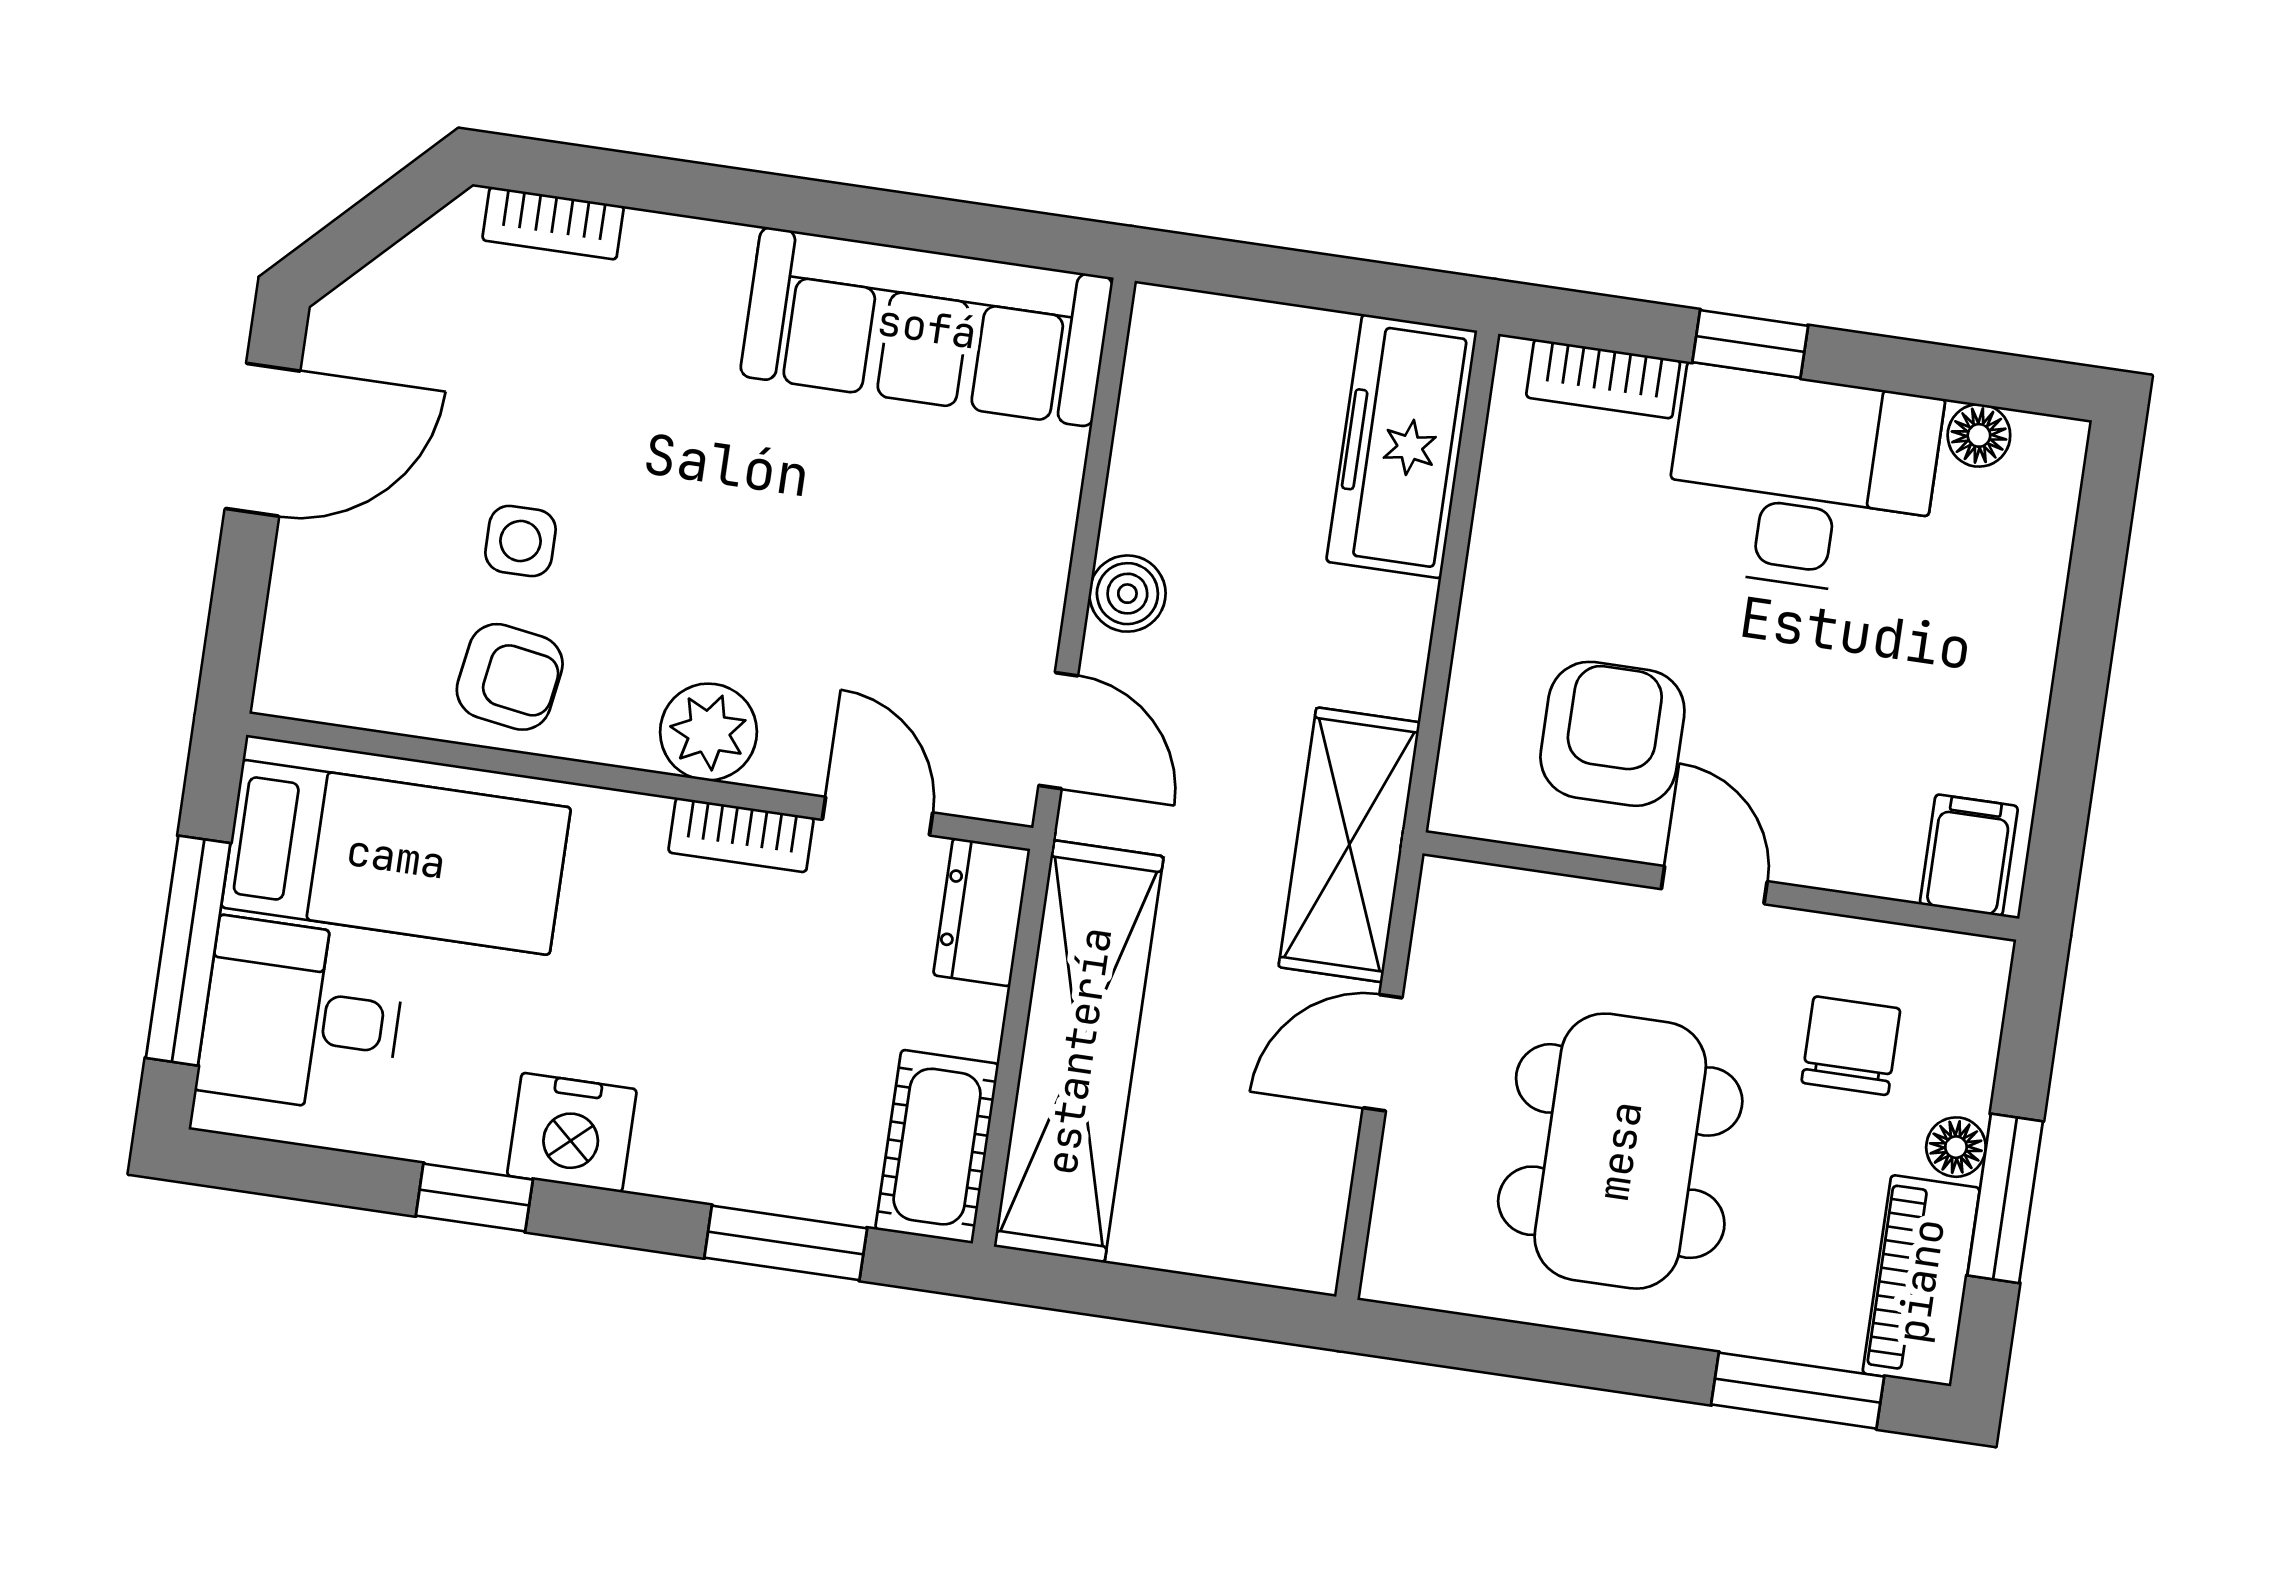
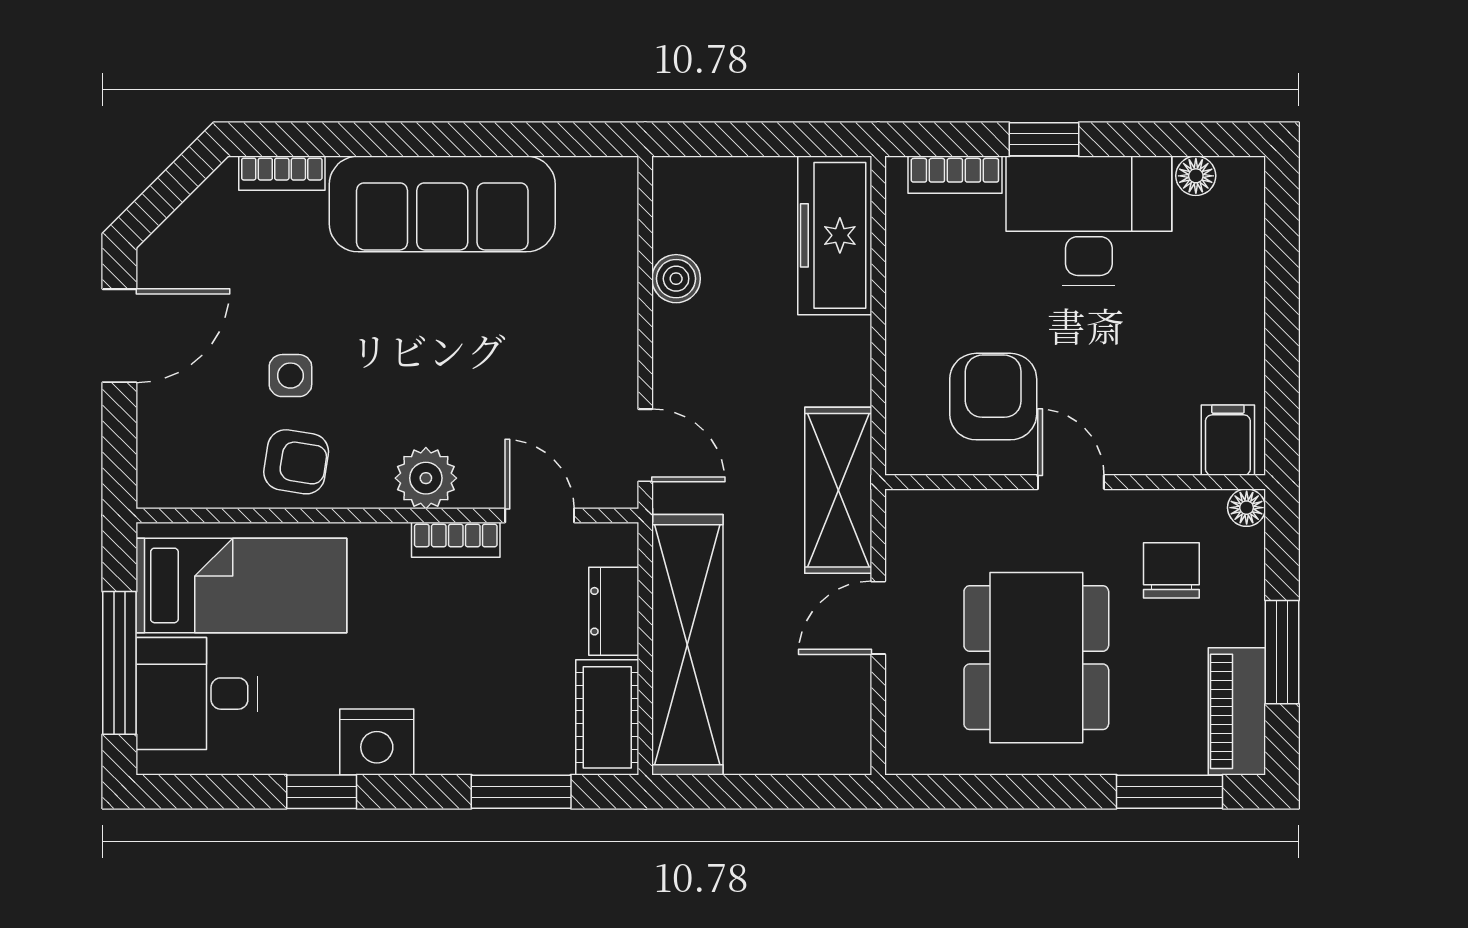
sofa: (927, 327) -> (442, 204), moved
boiler: (1127, 594) -> (676, 279), moved
dresser: (982, 912) -> (614, 611), moved
floor lamp: (1956, 1147) -> (1247, 508), moved

